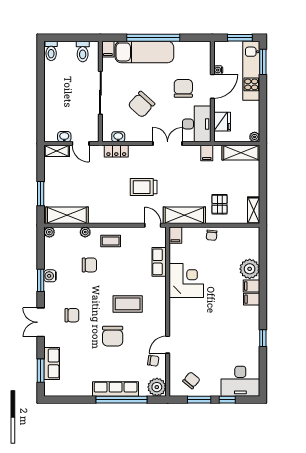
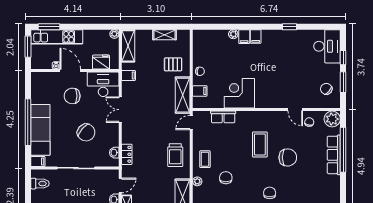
trolley: (144, 187) -> (175, 155), moved
shelving: (254, 210) -> (165, 35), moved
filing cabinet: (175, 235) -> (200, 91), moved
plant: (250, 269) -> (233, 34), width x0.53, depth x0.53

